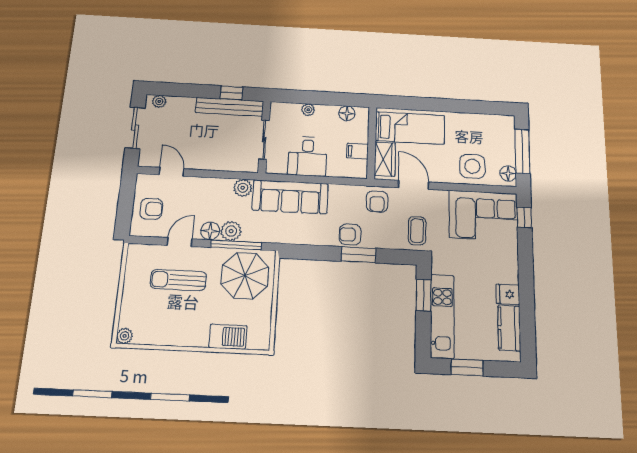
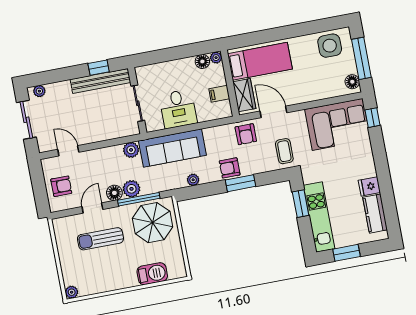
plant: (308, 110) -> (216, 58), moved
side table: (472, 166) -> (330, 46), moved
plant: (305, 238) -> (193, 180), added

